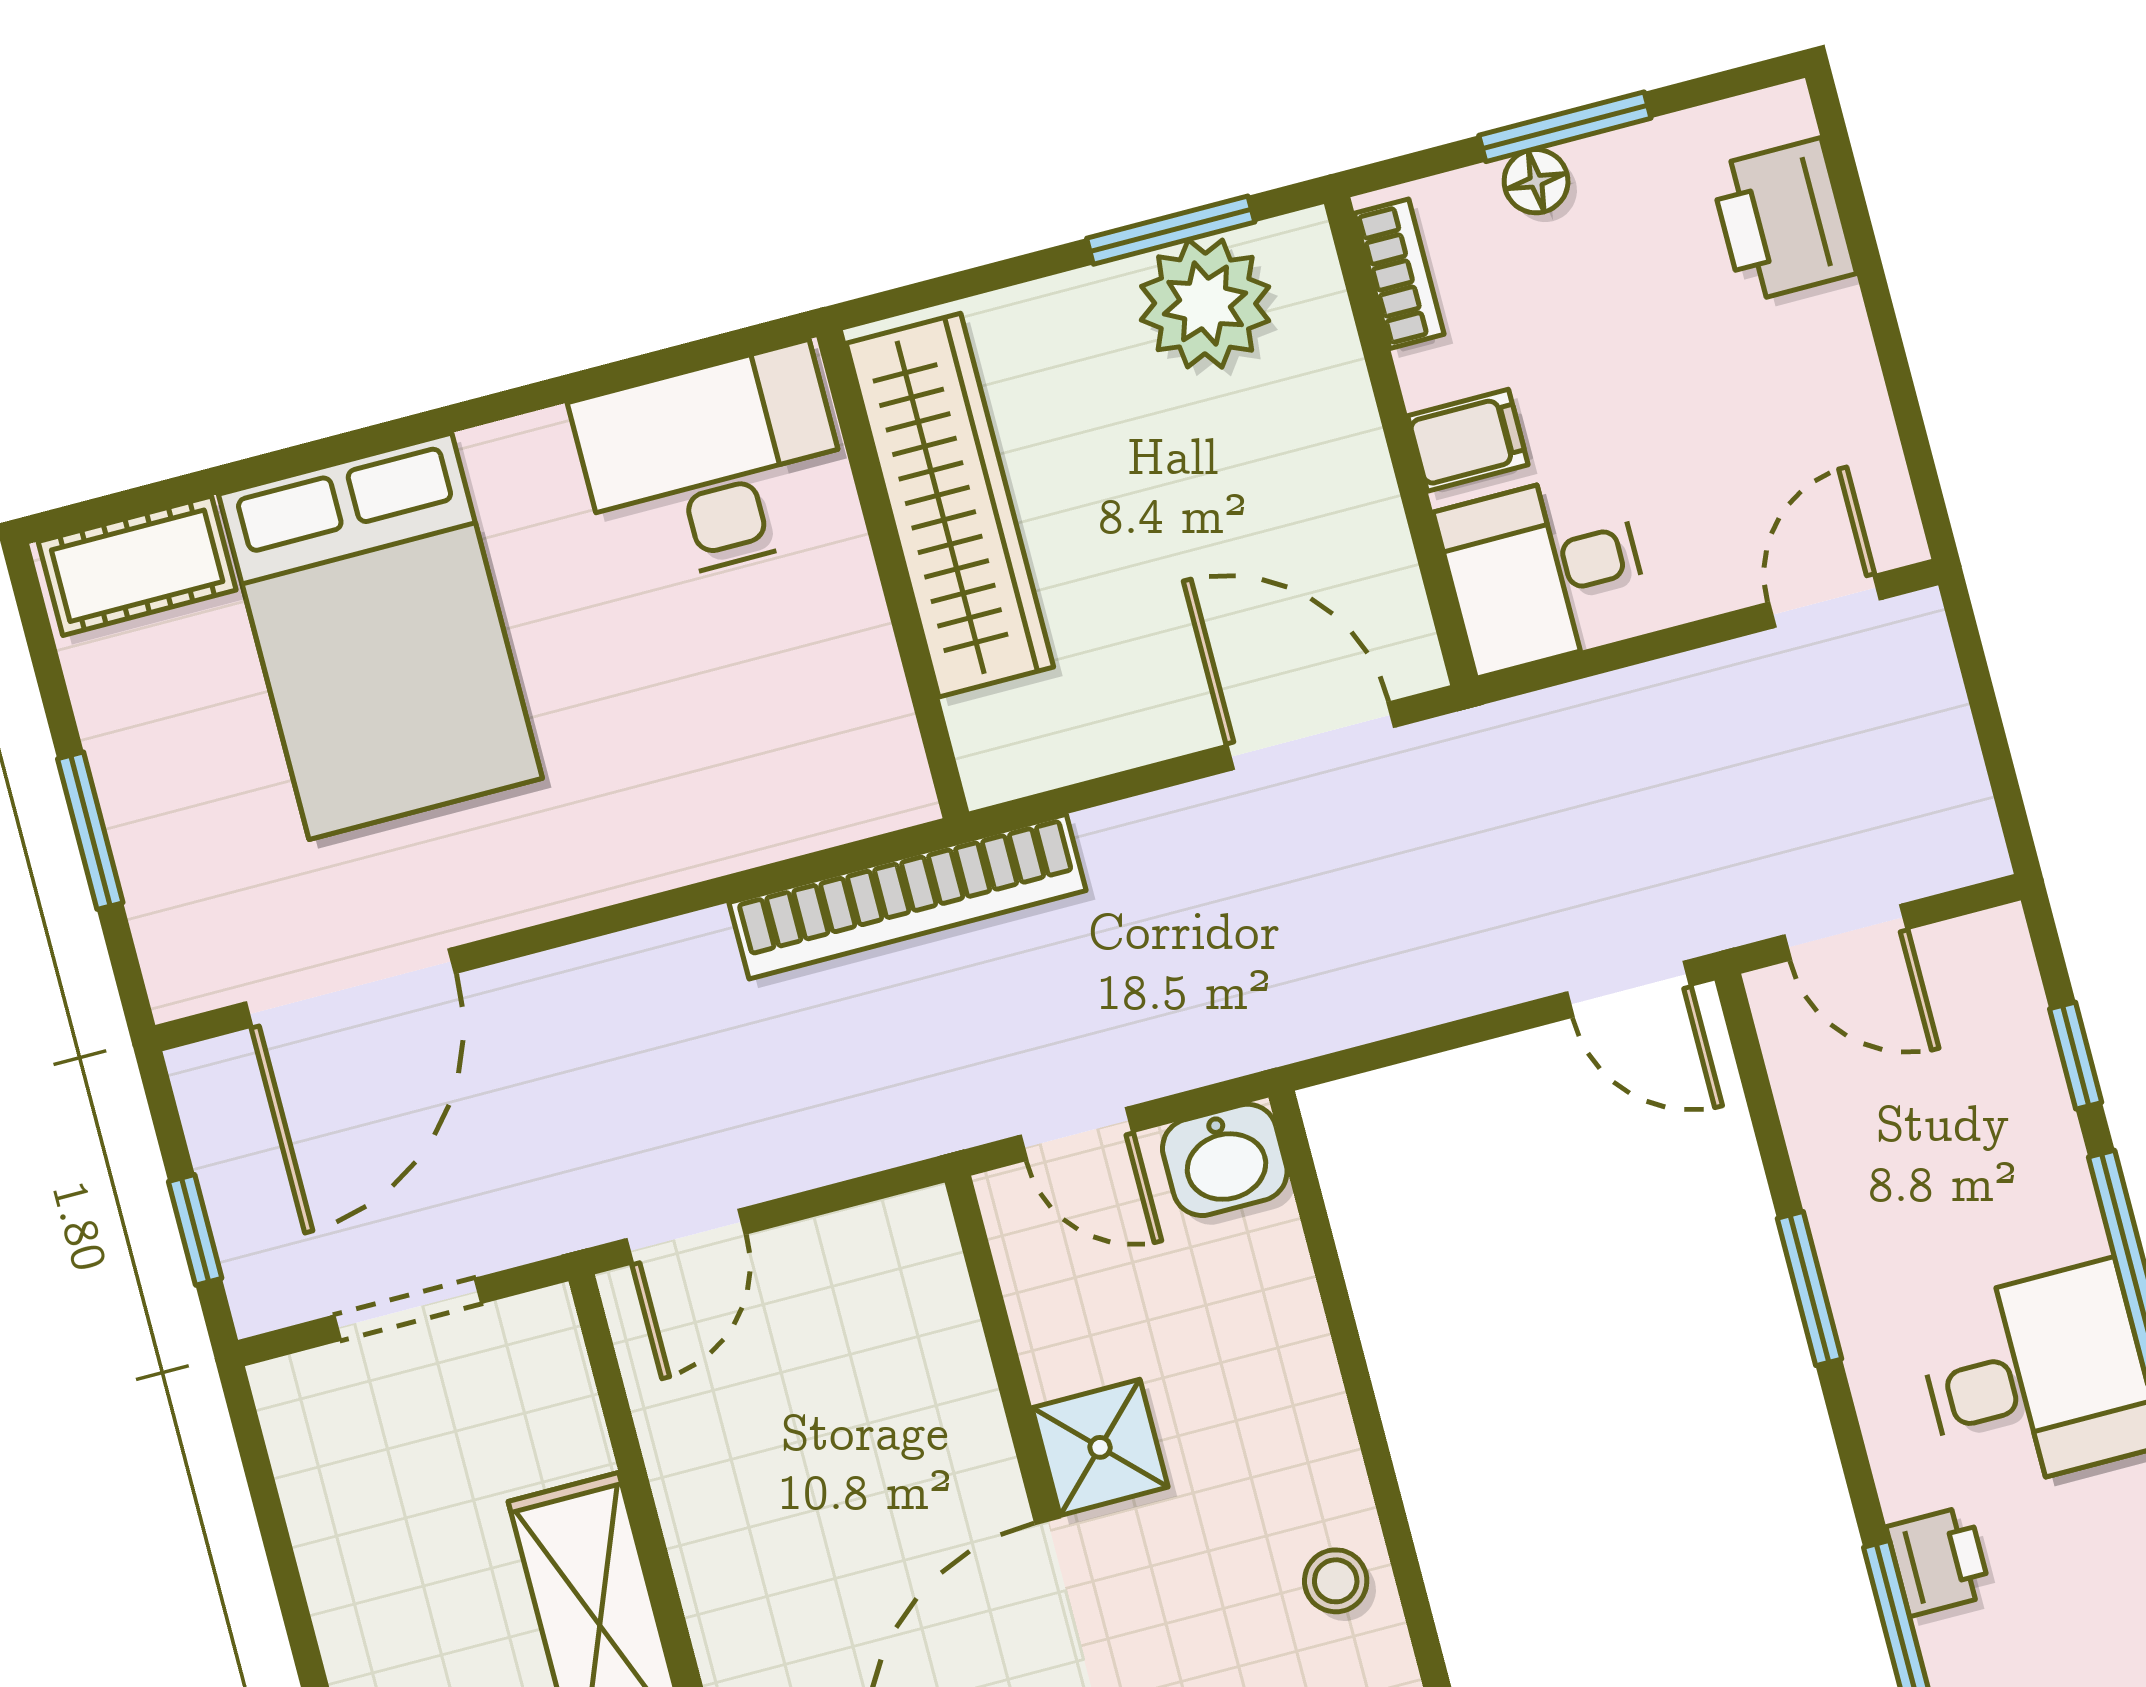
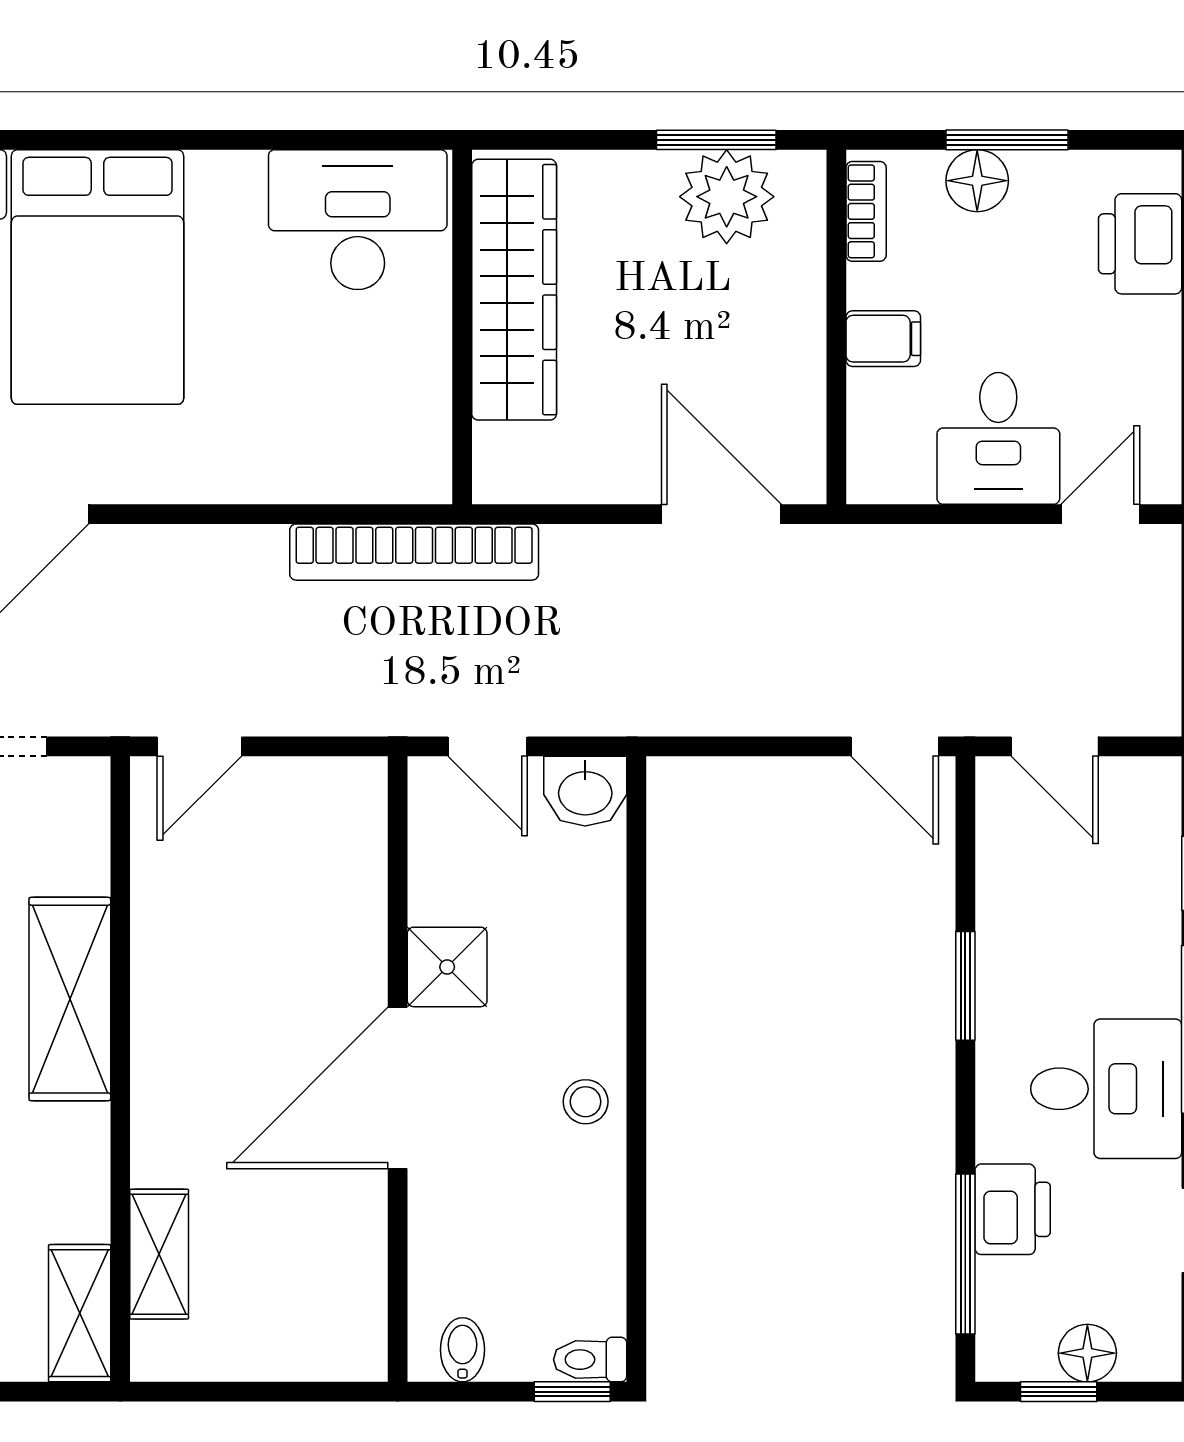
floor lamp: (1536, 181) -> (977, 181), width x1.37, depth x1.37
desk: (1544, 572) -> (998, 438), moved, turned -90
printer: (1939, 1561) -> (1013, 1209), width x1.36, depth x1.24

